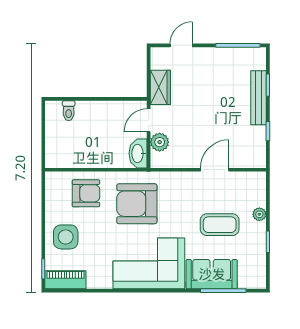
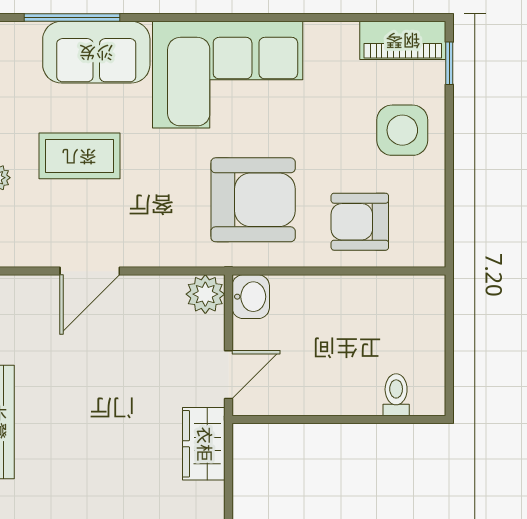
plant: (160, 142) -> (205, 294), moved
washbasin: (138, 153) -> (251, 297), width x0.72

